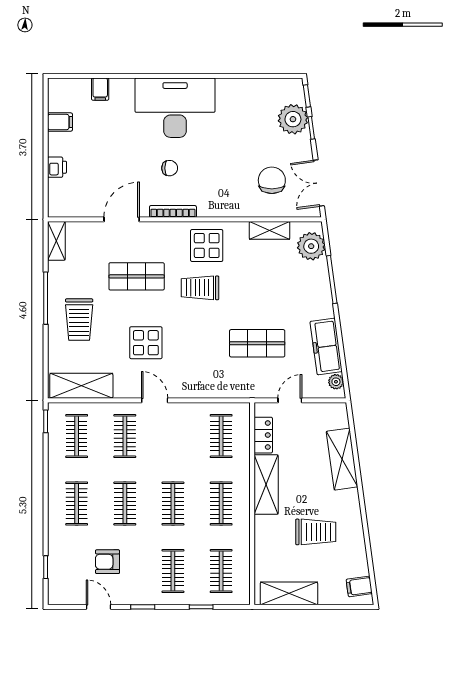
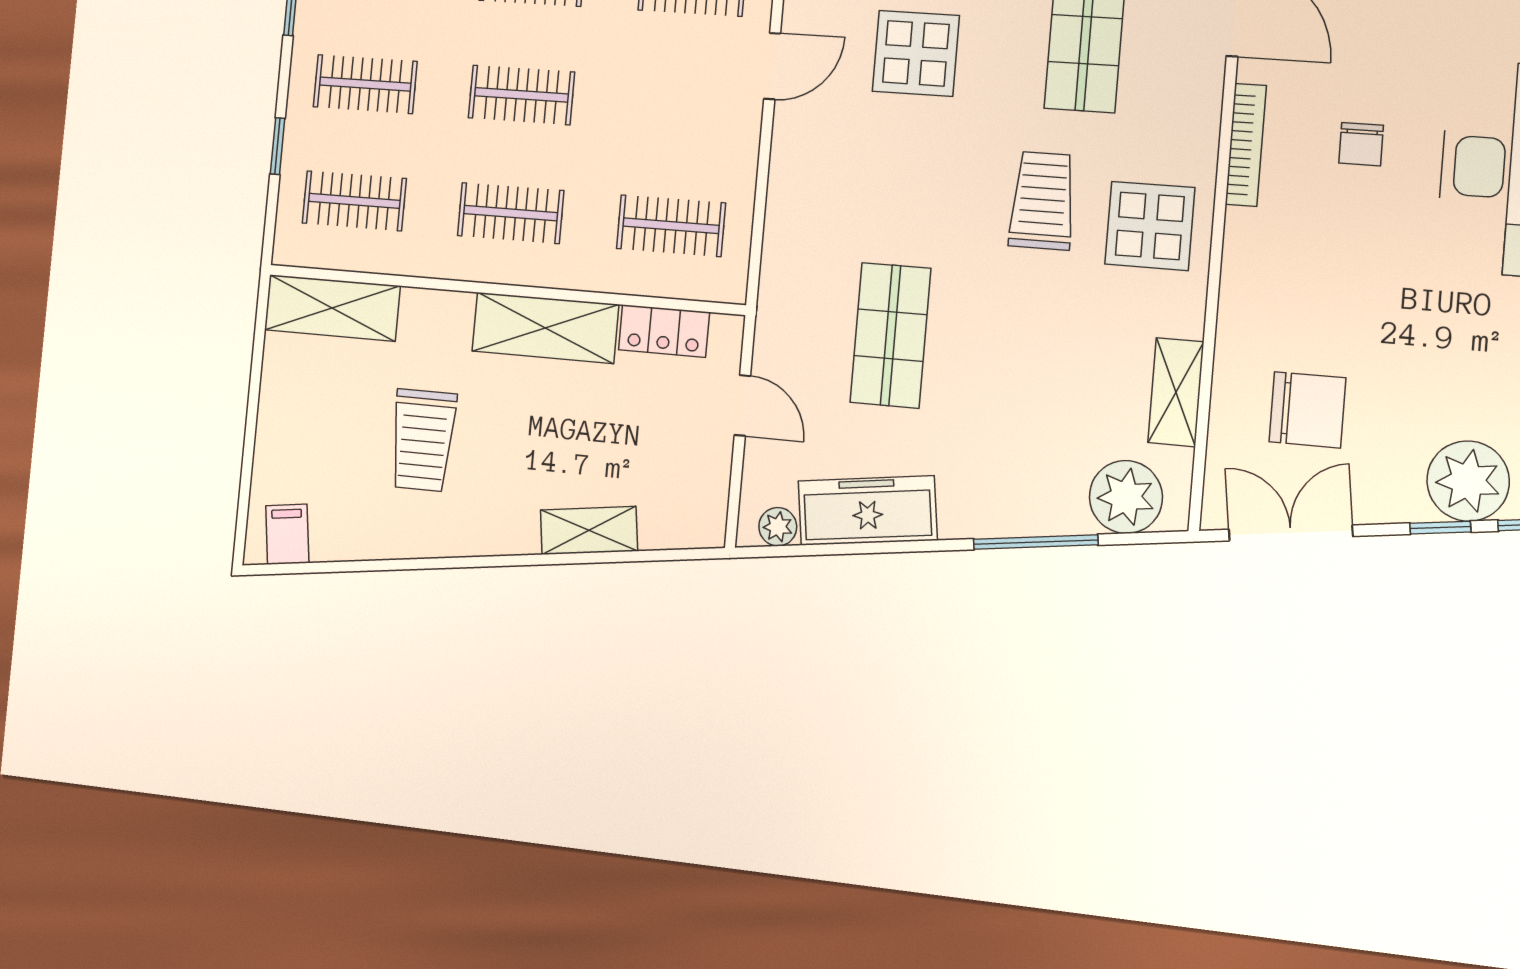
shelving: (342, 459) -> (589, 530), width x0.67, depth x0.75
shelving: (289, 593) -> (332, 308), moved, turned 90

